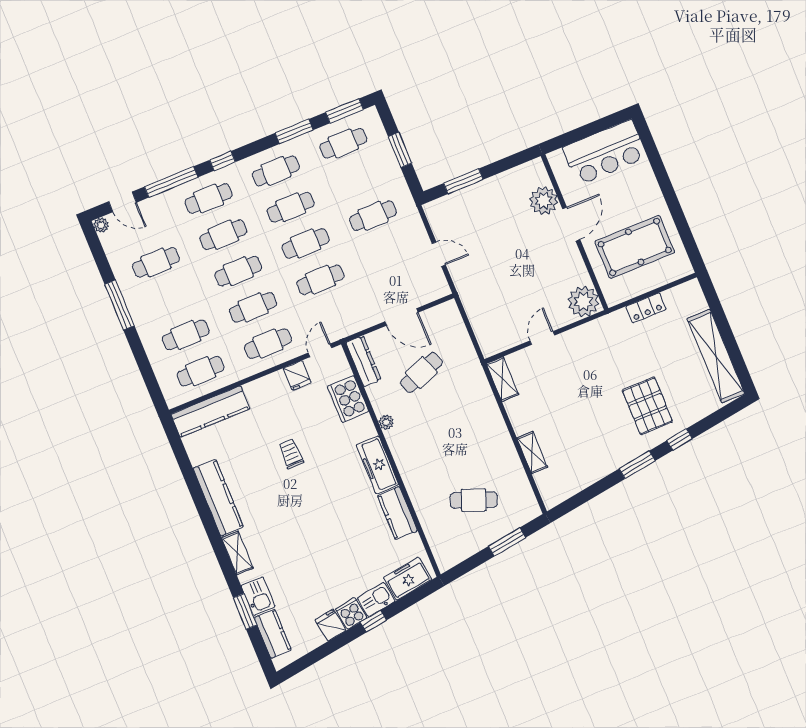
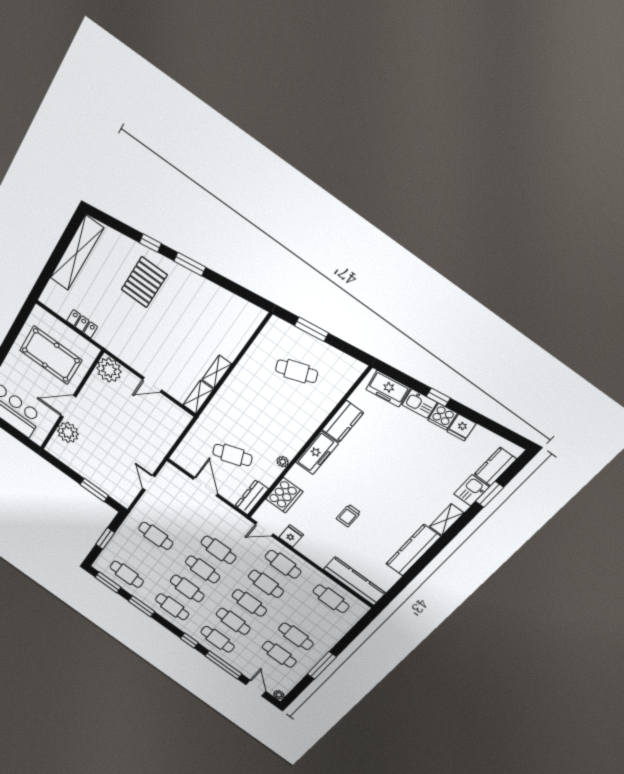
cafe table: (186, 335) -> (296, 636), moved
shelving: (532, 453) -> (217, 372), moved
cafe table: (474, 500) -> (297, 371), turned -42

